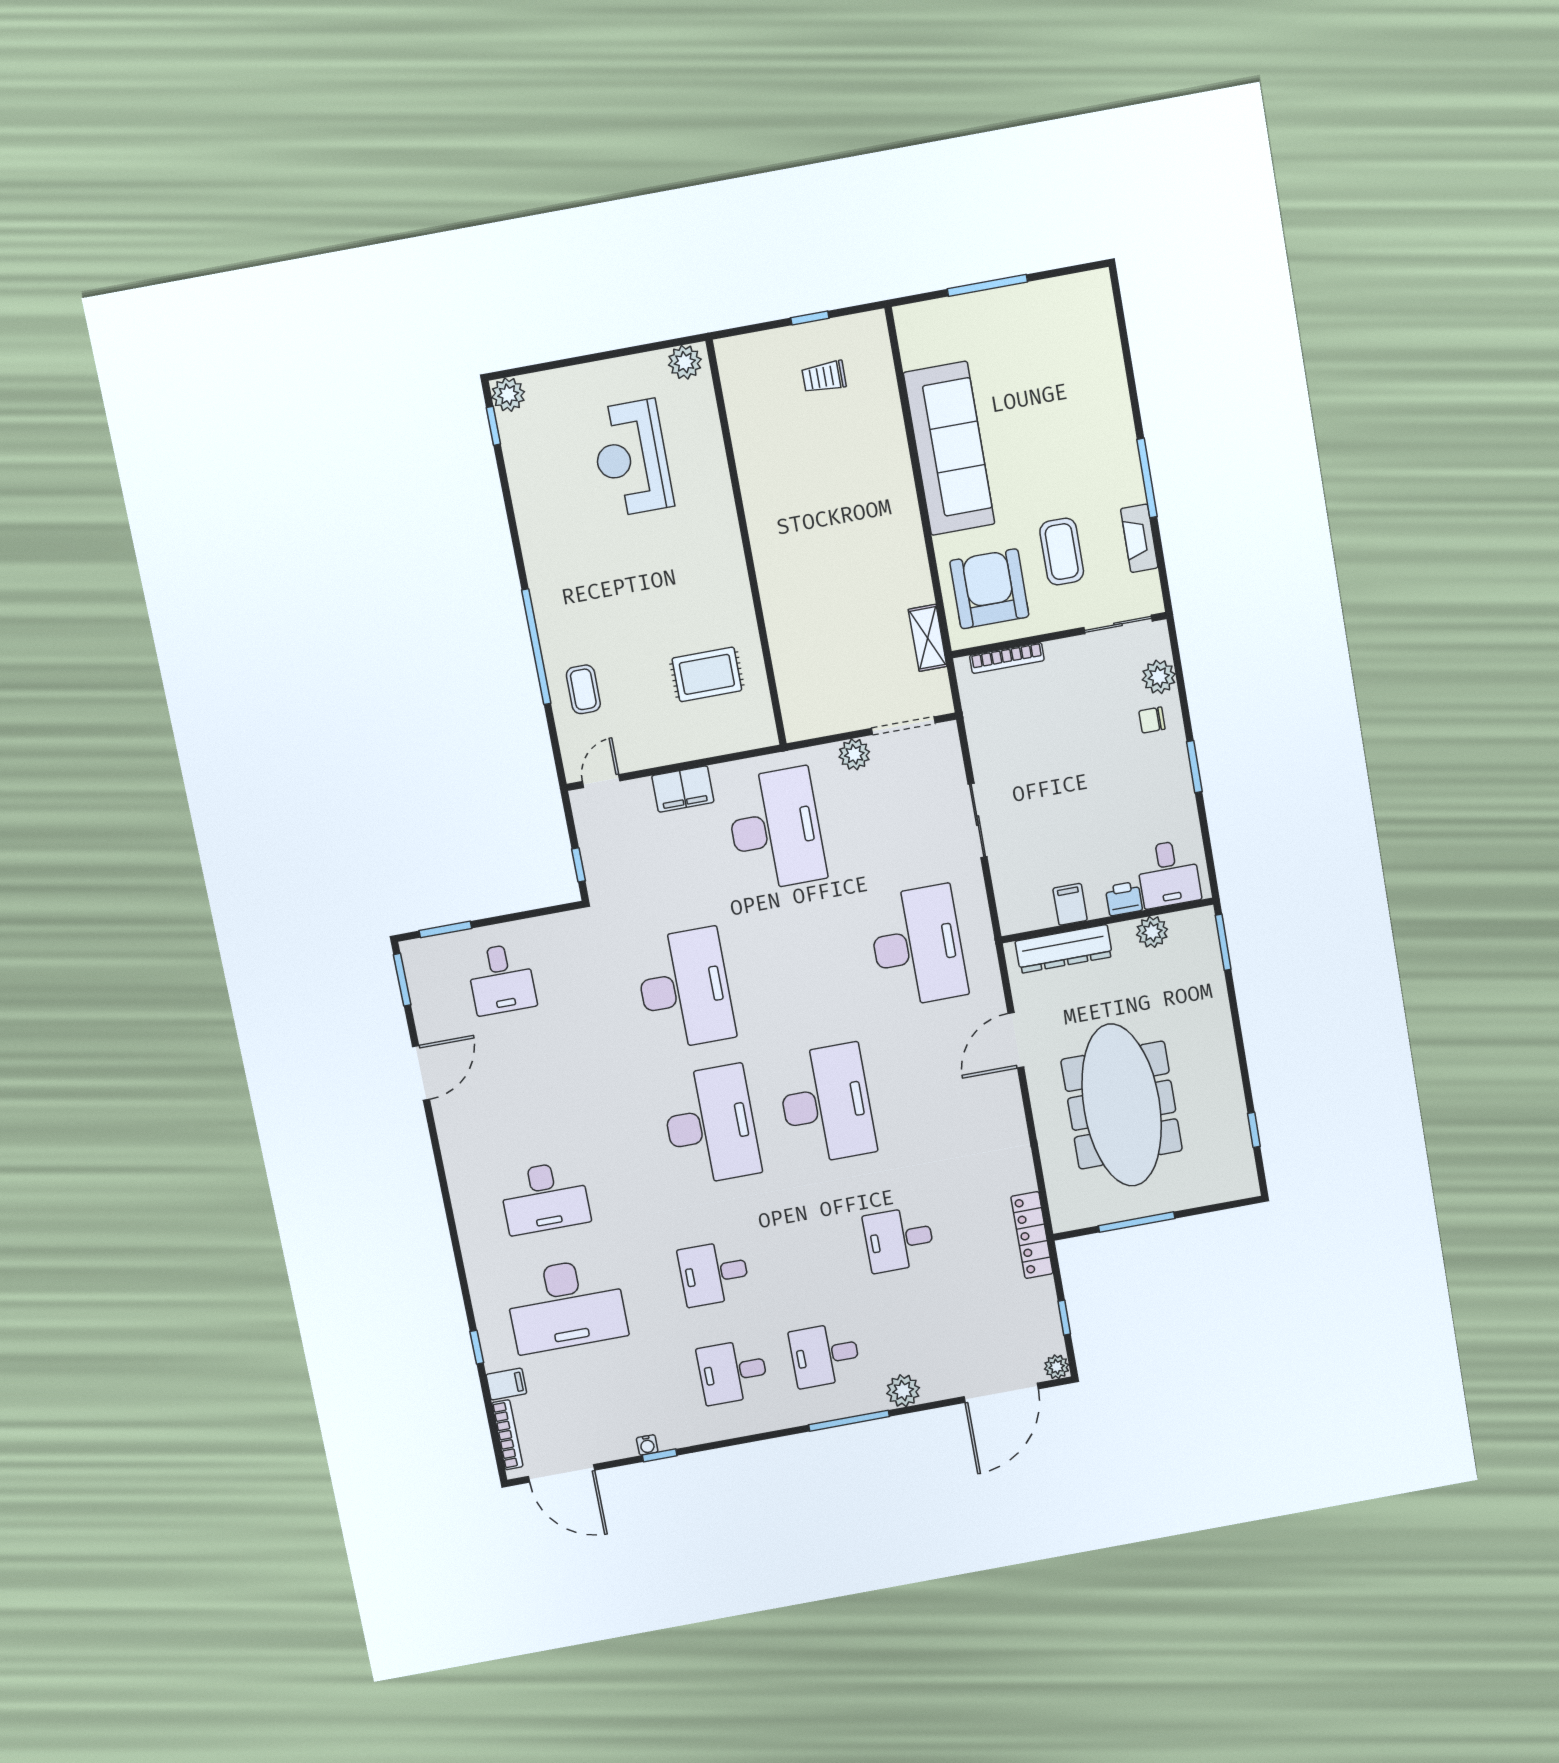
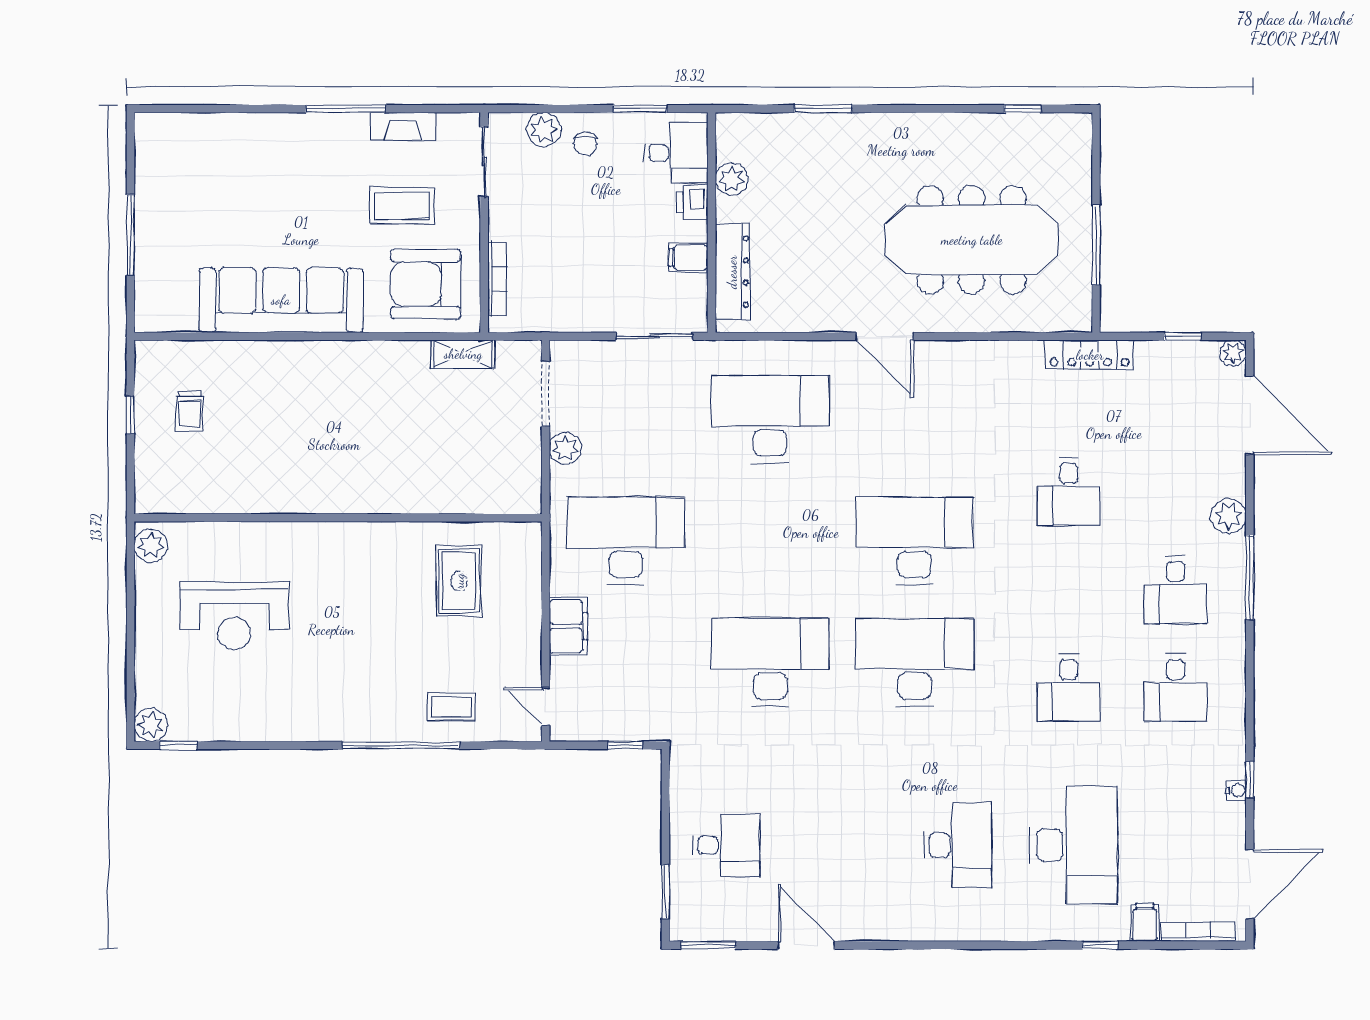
desk: (1168, 874) -> (676, 153), moved
printer: (1124, 899) -> (692, 202), moved
filing cabinet: (1070, 904) -> (688, 257), moved
wall: (1107, 920) -> (712, 223), moved
plant: (1152, 932) -> (732, 179), moved
dresser: (1064, 949) -> (732, 272), moved

